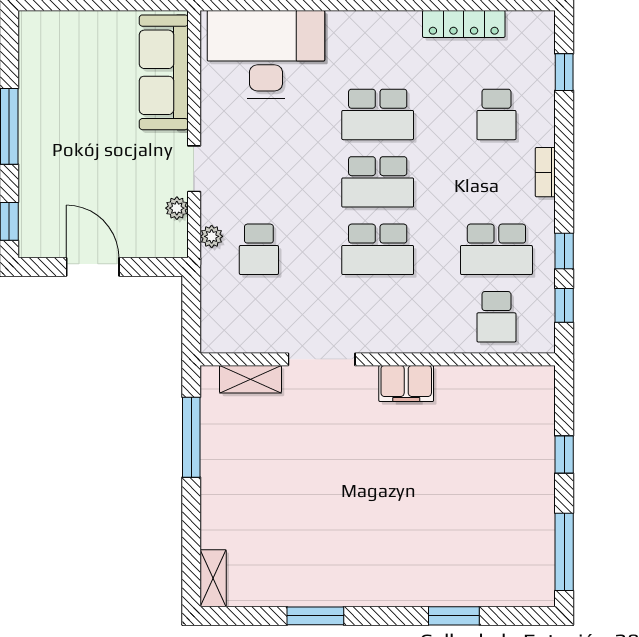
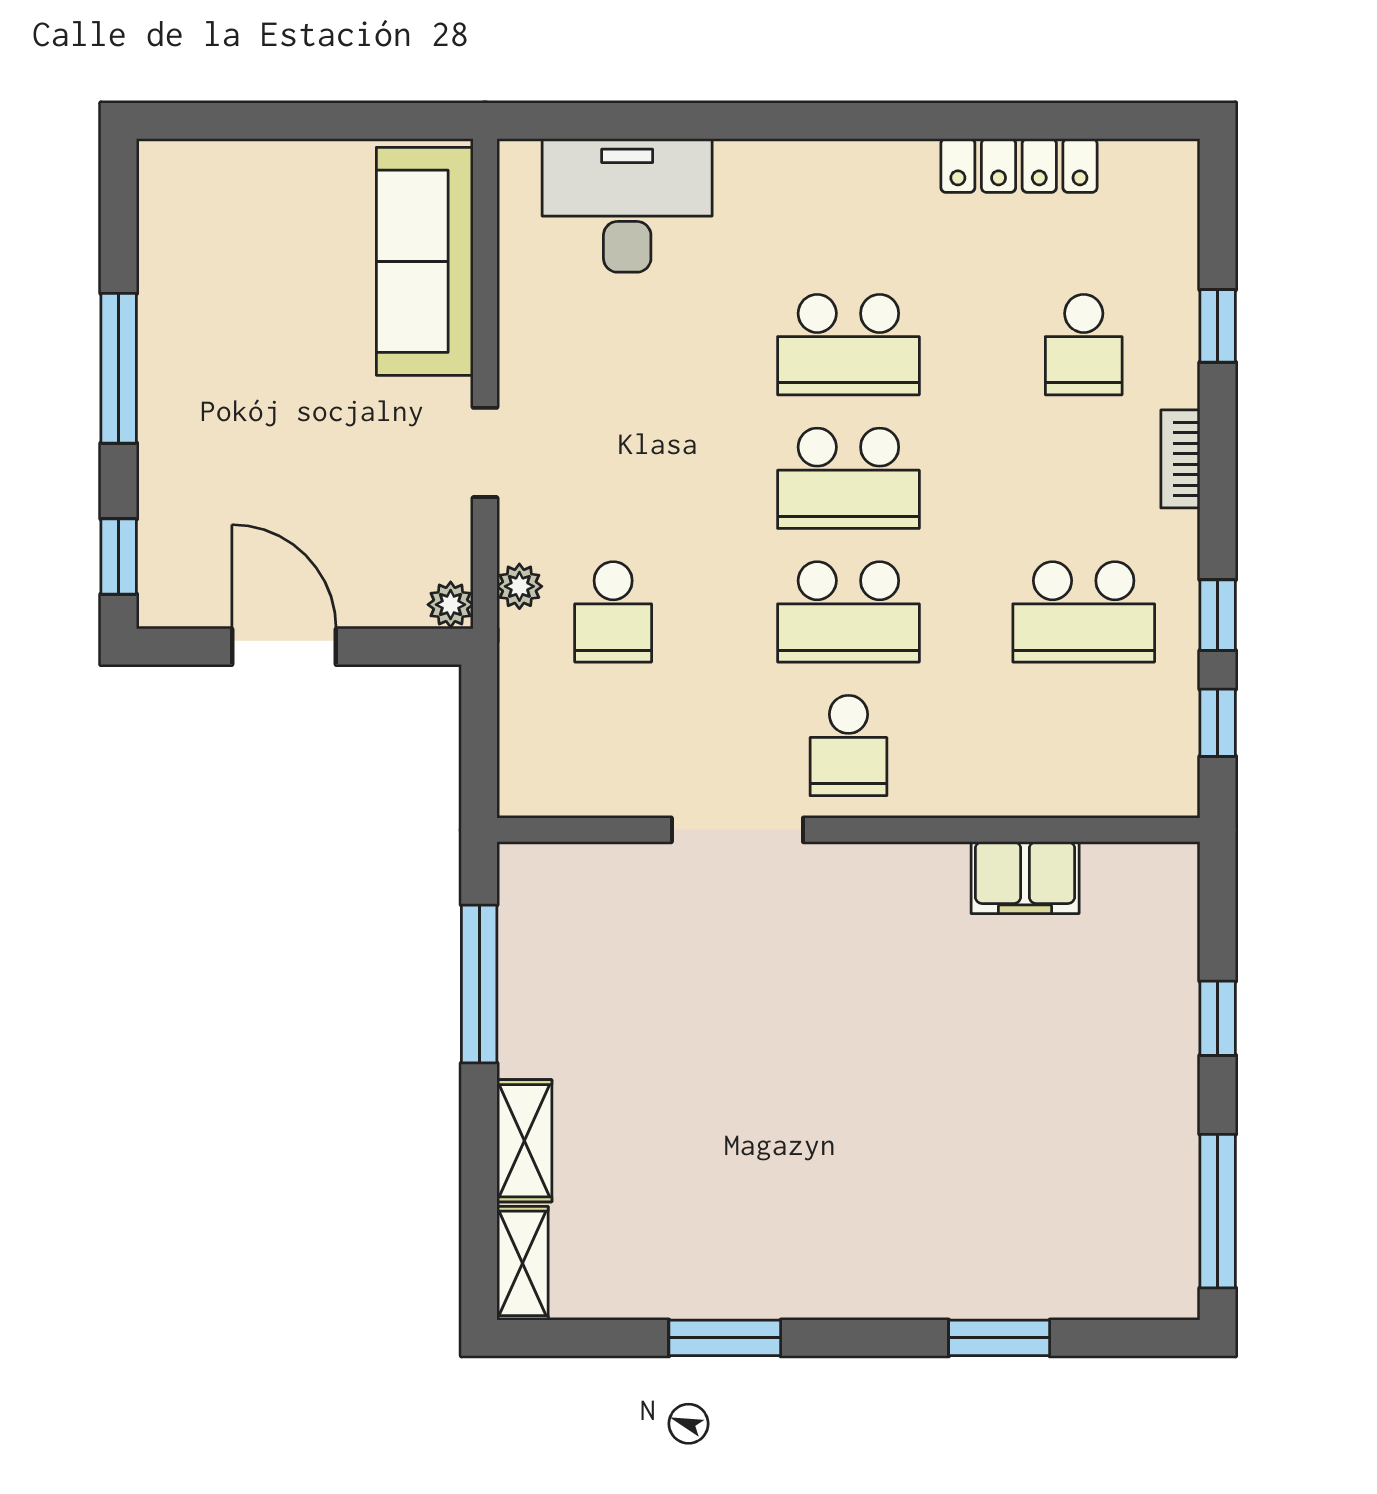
desk: (266, 54) -> (627, 205), width x0.73, depth x0.77
window: (564, 72) -> (1218, 326), moved
plant: (177, 208) -> (451, 605), moved
school desk: (496, 317) -> (848, 745), moved
shelving: (250, 379) -> (524, 1141), moved, turned 90
filing cabinet: (406, 384) -> (1025, 878), moved

